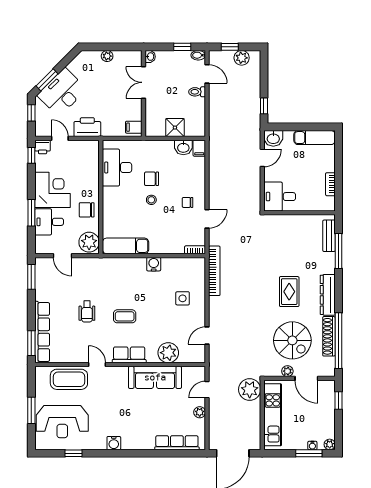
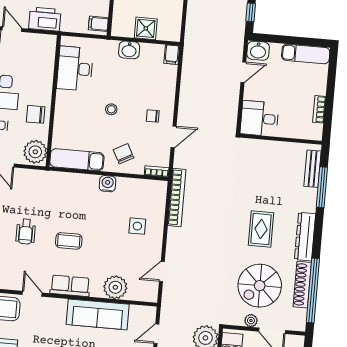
washbasin: (183, 147) -> (129, 50), moved
chair: (152, 179) -> (123, 154), moved, turned 62
spiral stairs: (292, 340) -> (260, 286), turned 90

